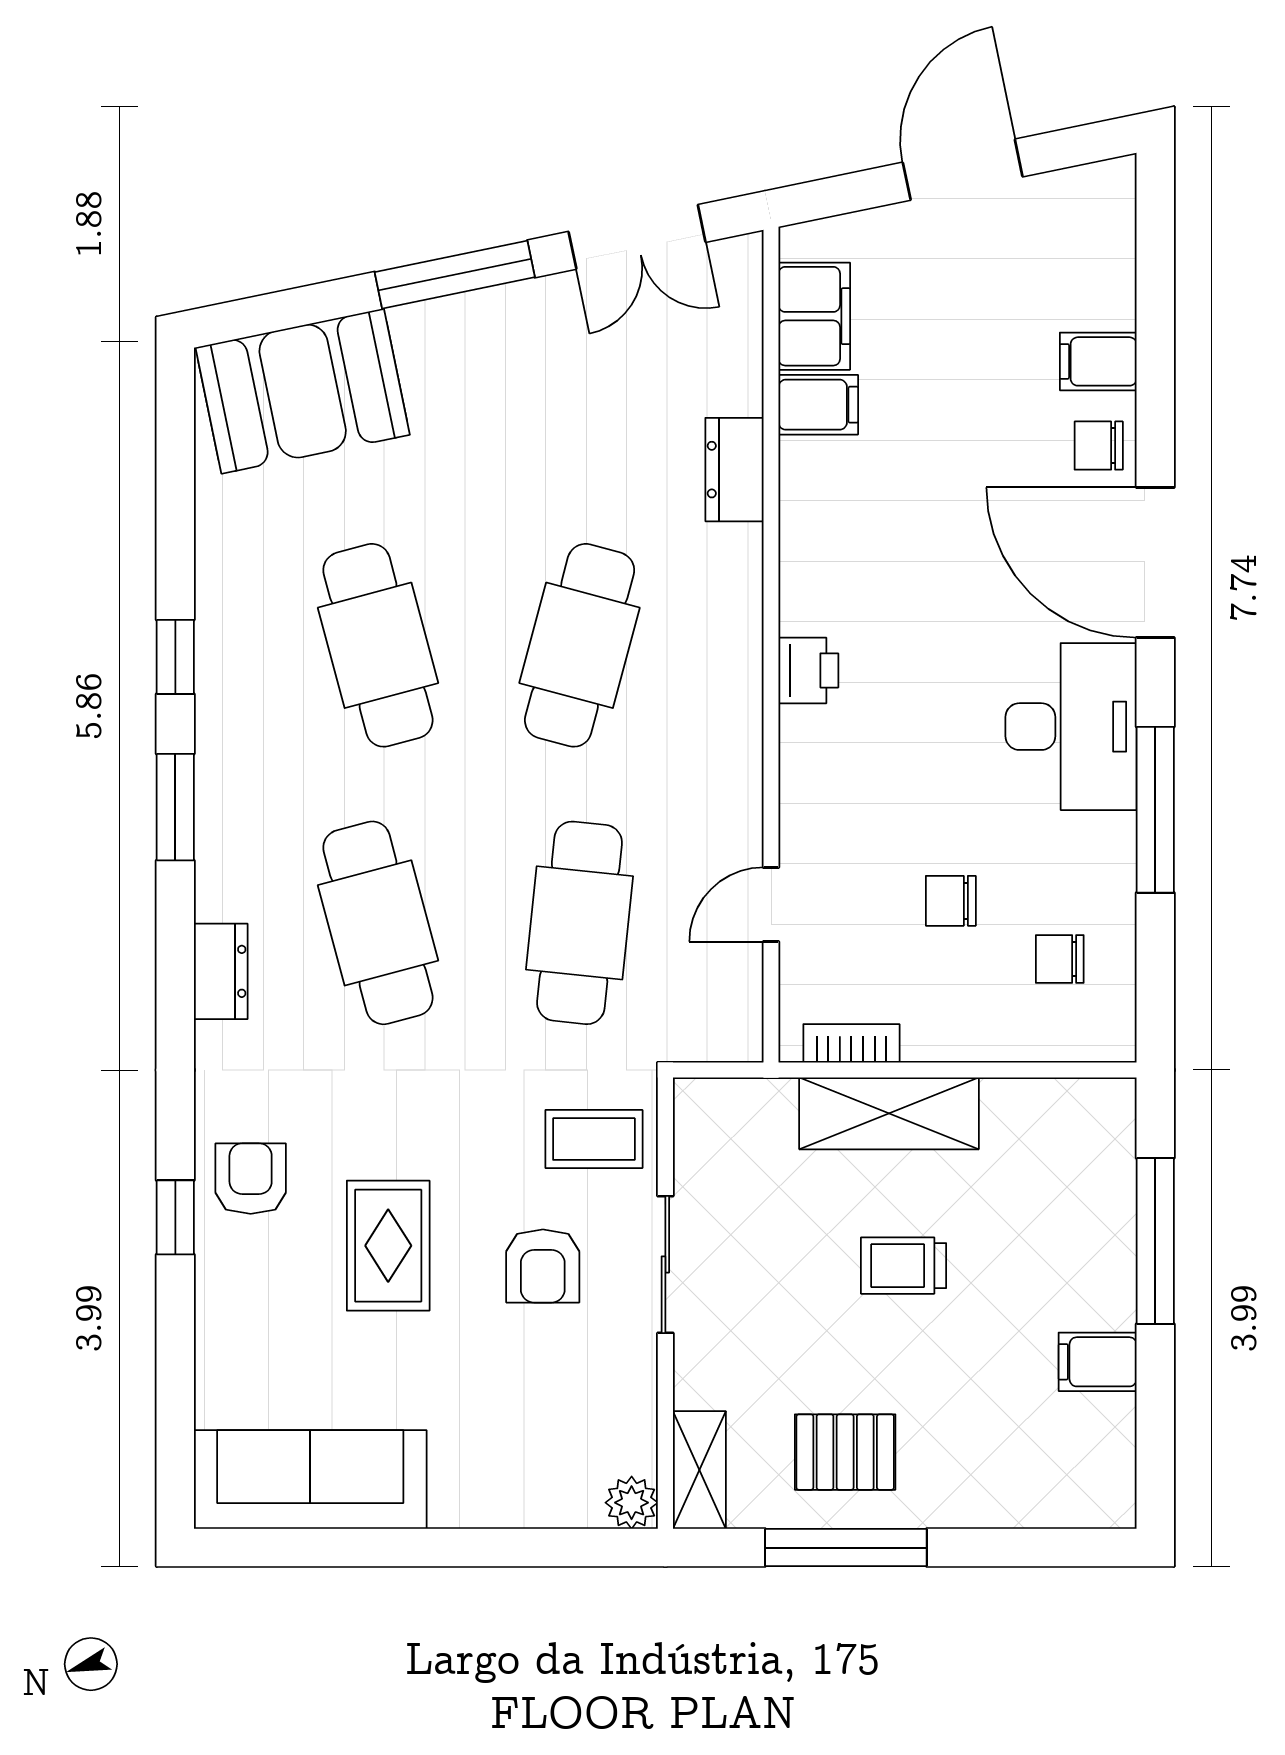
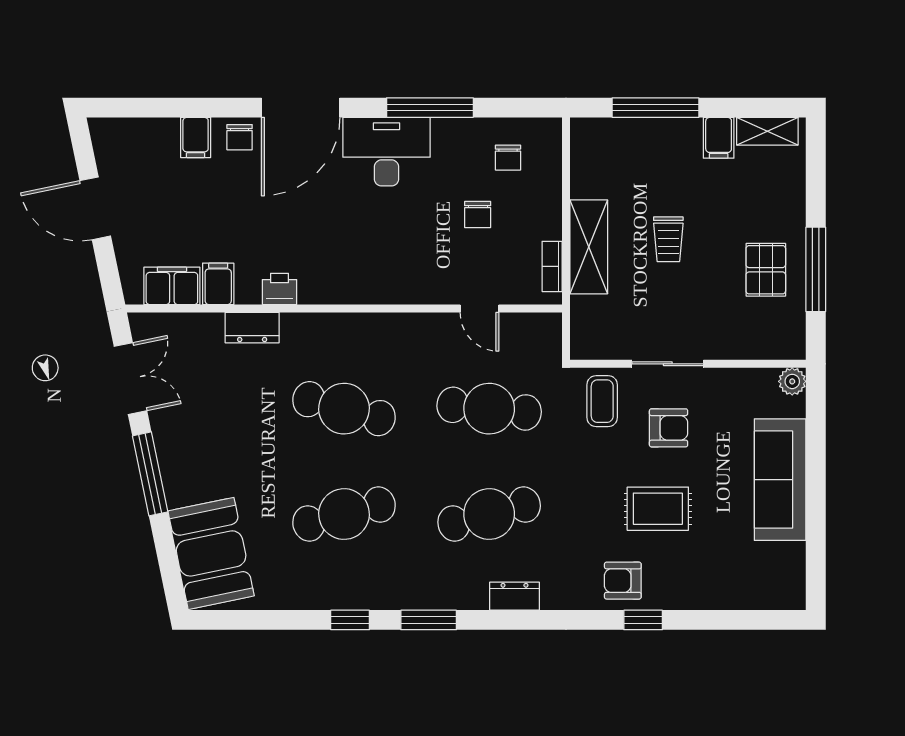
printer: (808, 670) -> (279, 289), moved
shelving: (699, 1470) -> (767, 131), moved
sofa: (310, 1479) -> (780, 480), moved

